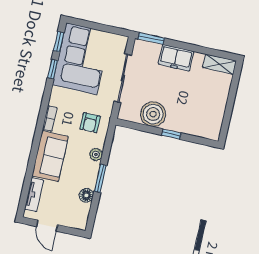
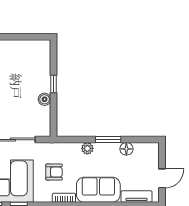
boiler: (153, 114) -> (45, 99), width x0.54, depth x0.54
armchair: (90, 123) -> (54, 172), moved

